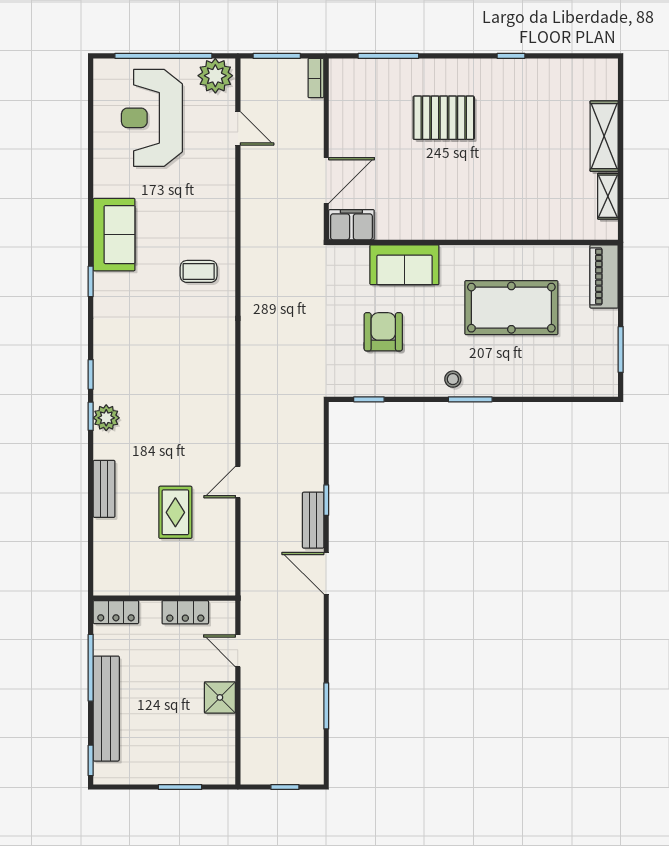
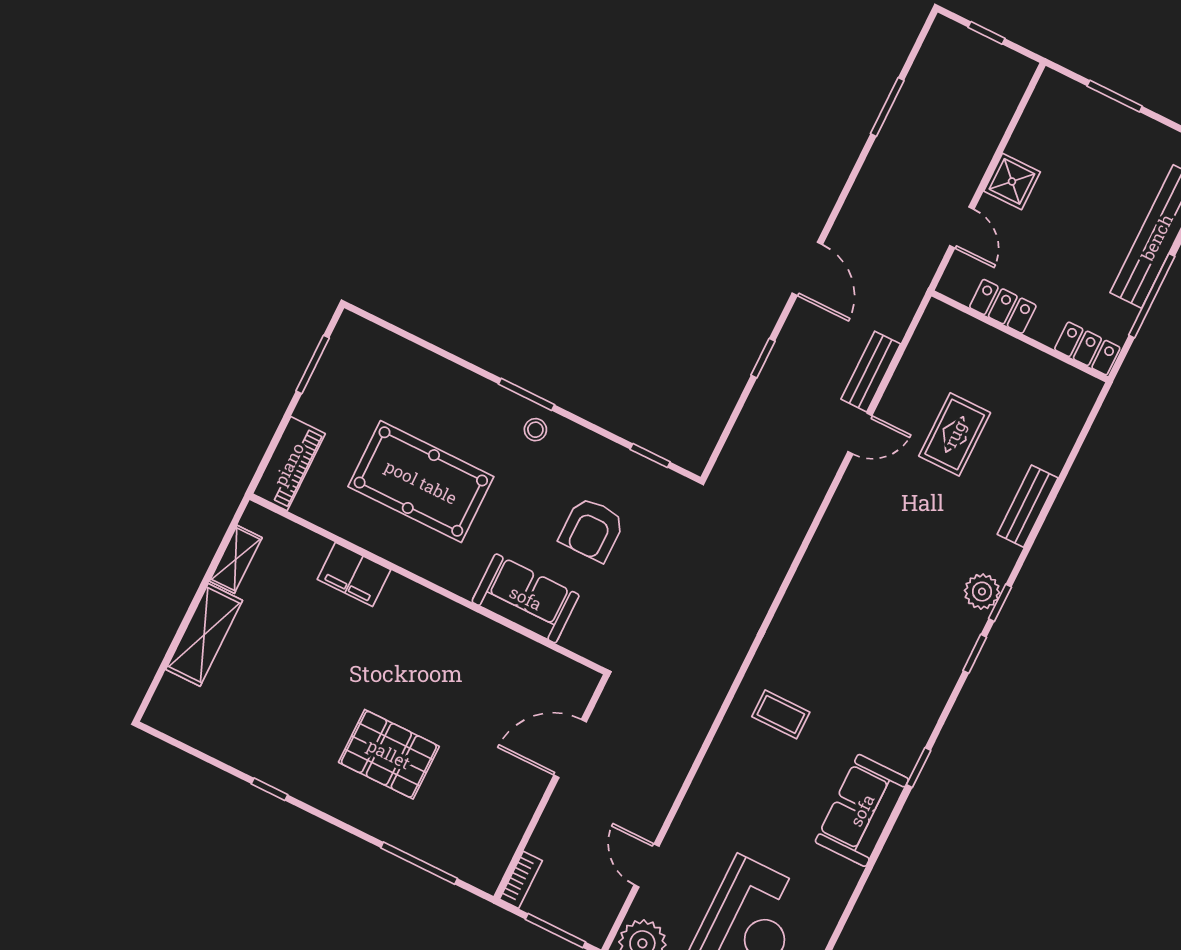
filing cabinet: (351, 225) -> (354, 574), moved
bench: (313, 520) -> (871, 372), moved

